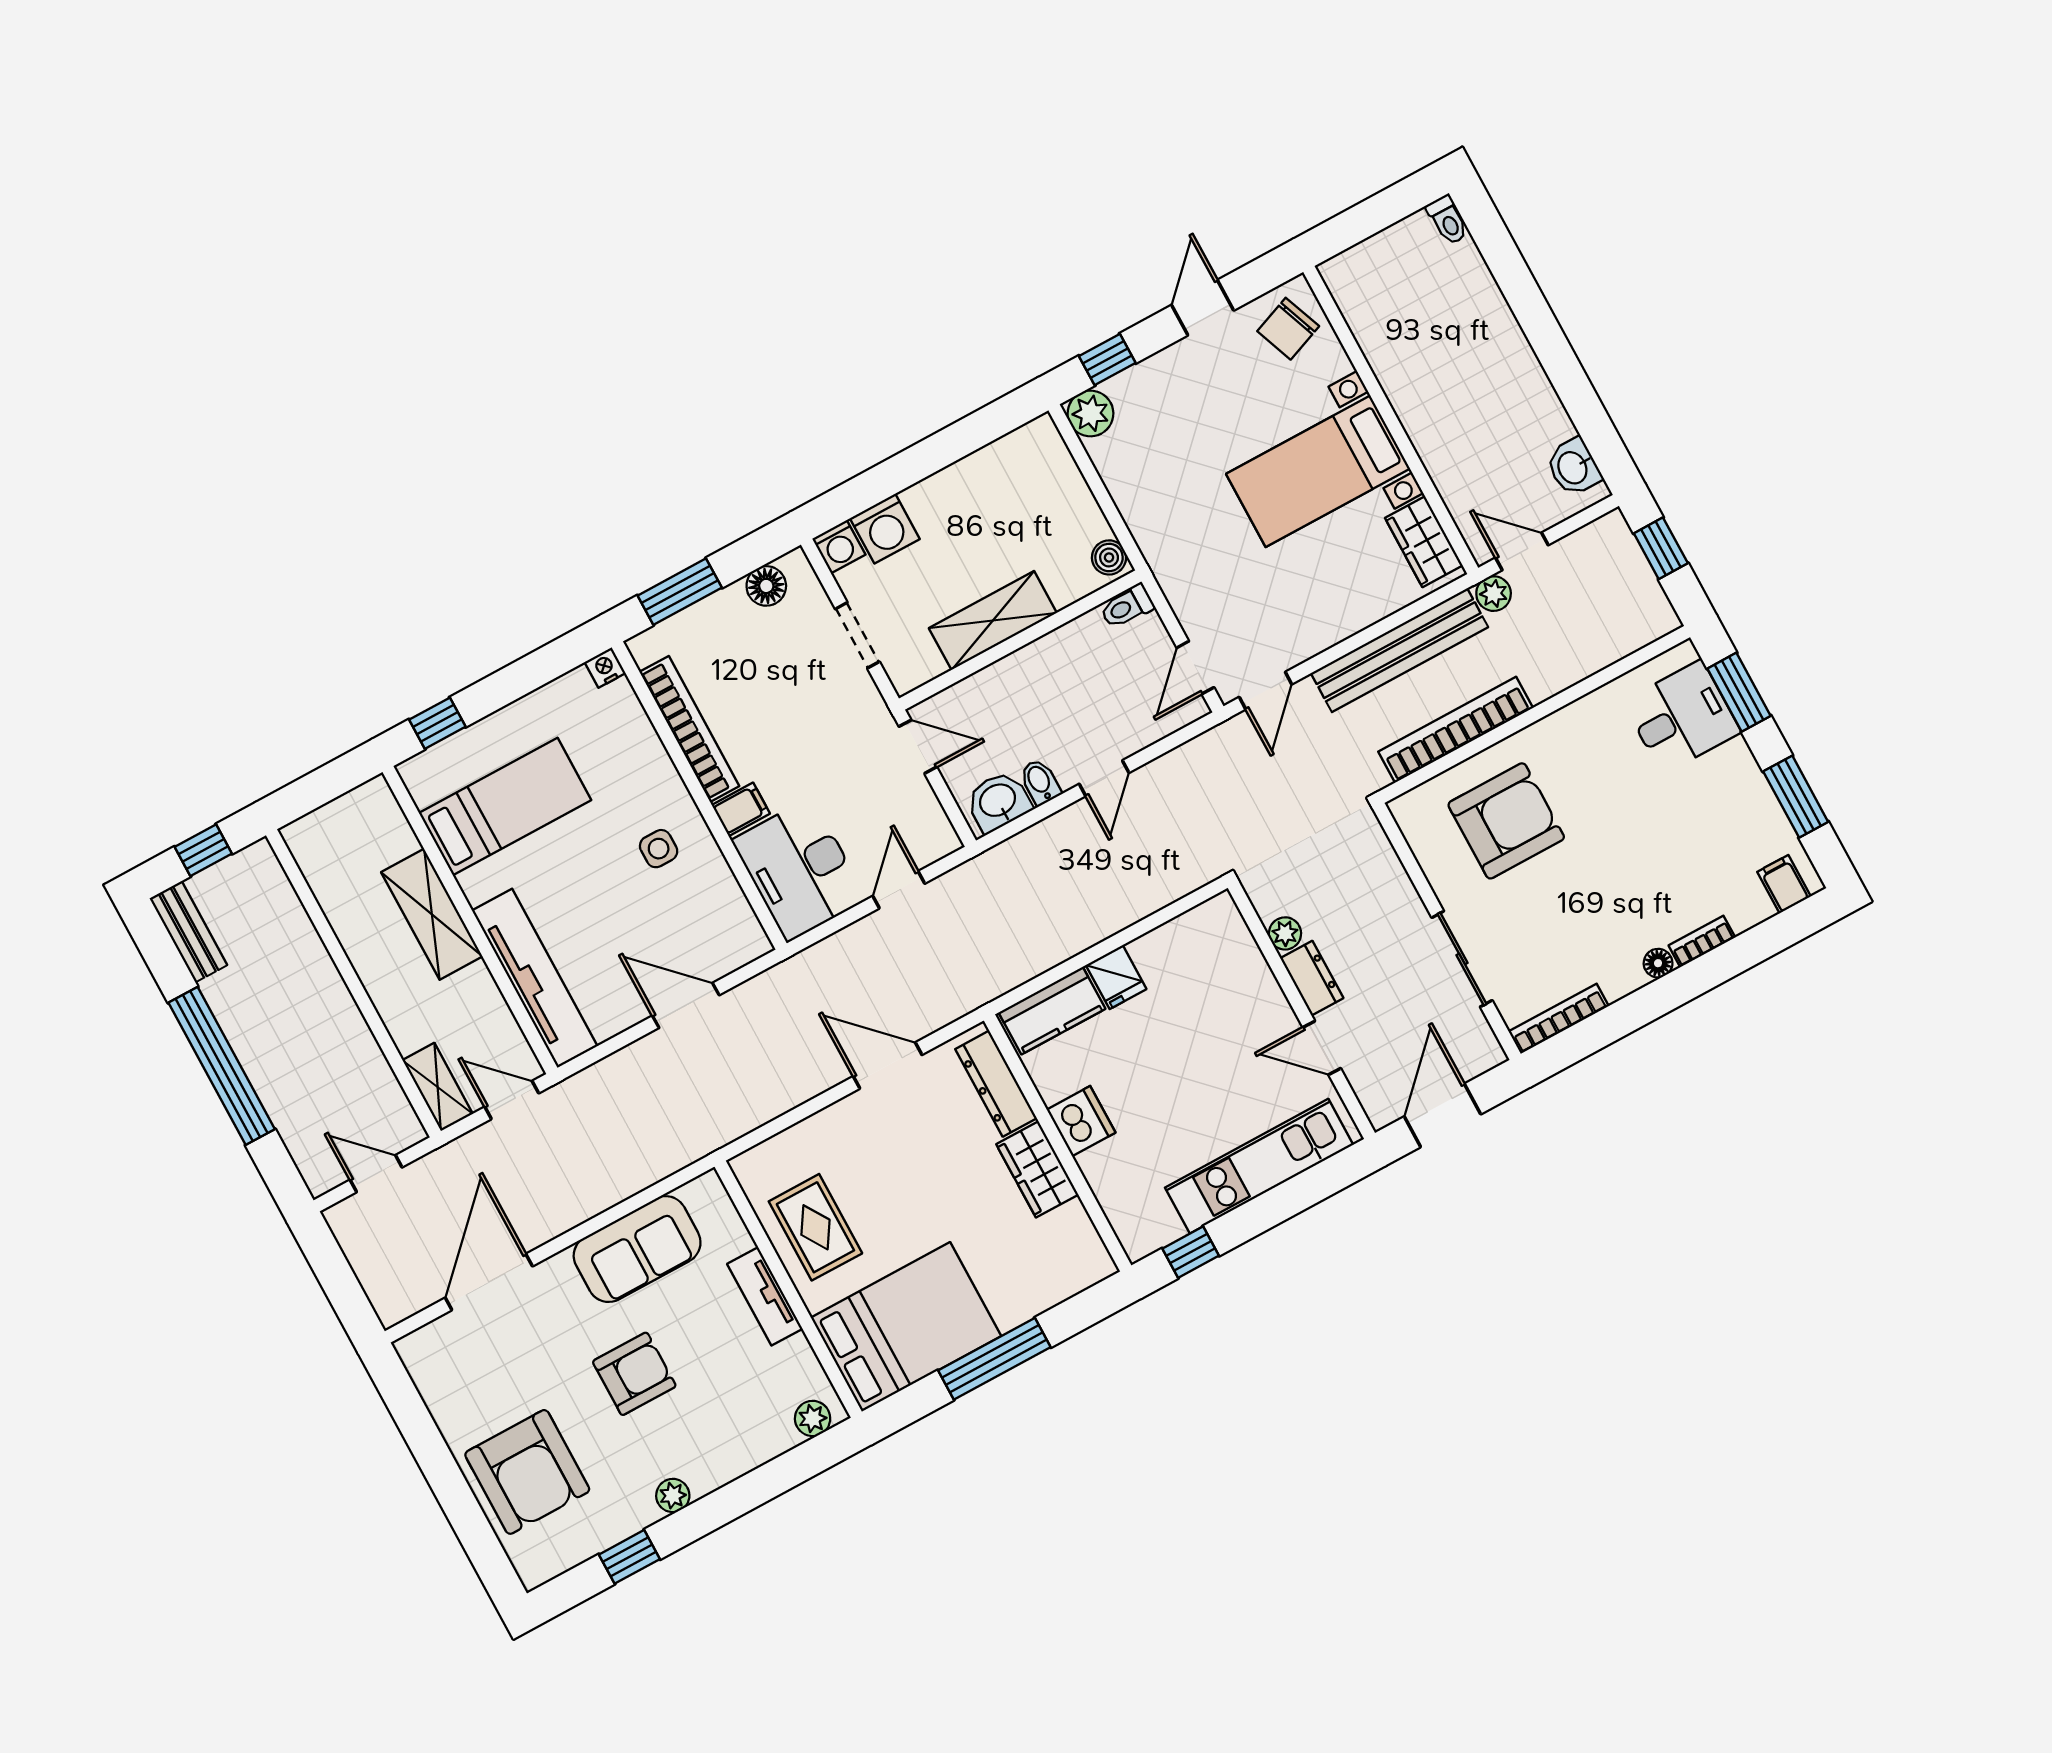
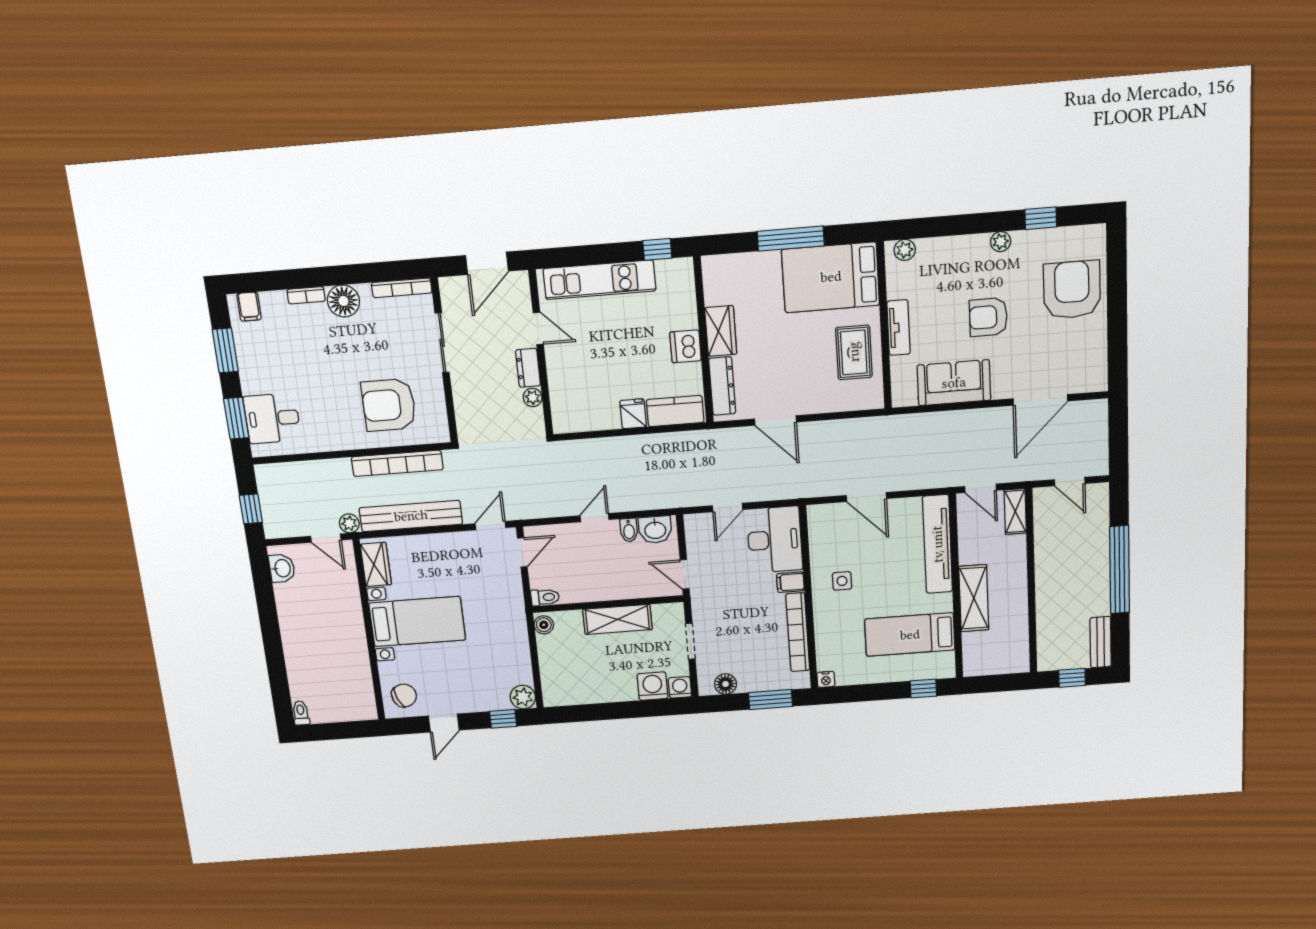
floor lamp: (1658, 963) -> (343, 301), width x1.89, depth x1.89

